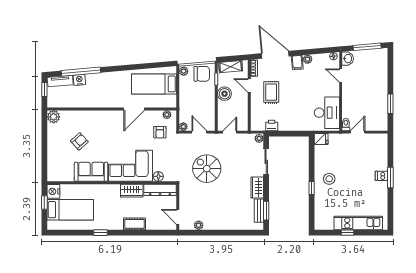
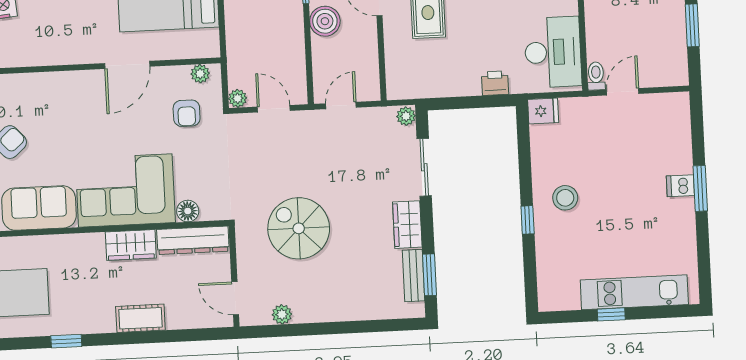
printer: (272, 125) -> (495, 83), moved
spiral stairs: (207, 169) -> (299, 228), moved

